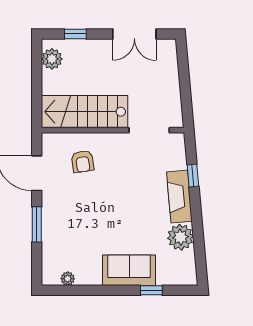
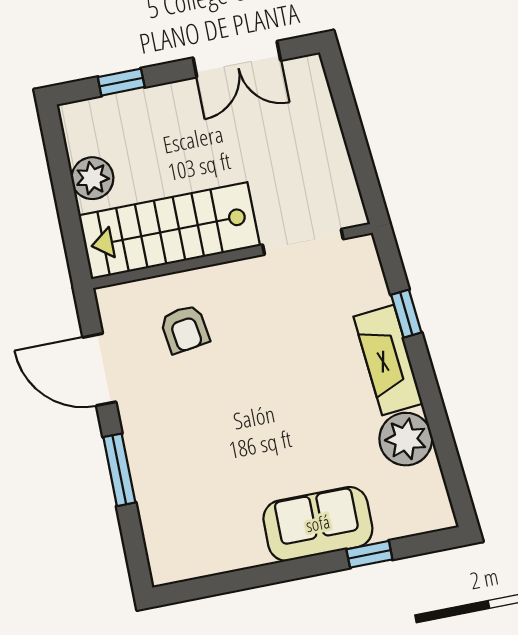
plant: (52, 59) -> (92, 178), moved
plant: (68, 279) -> (201, 564), removed

